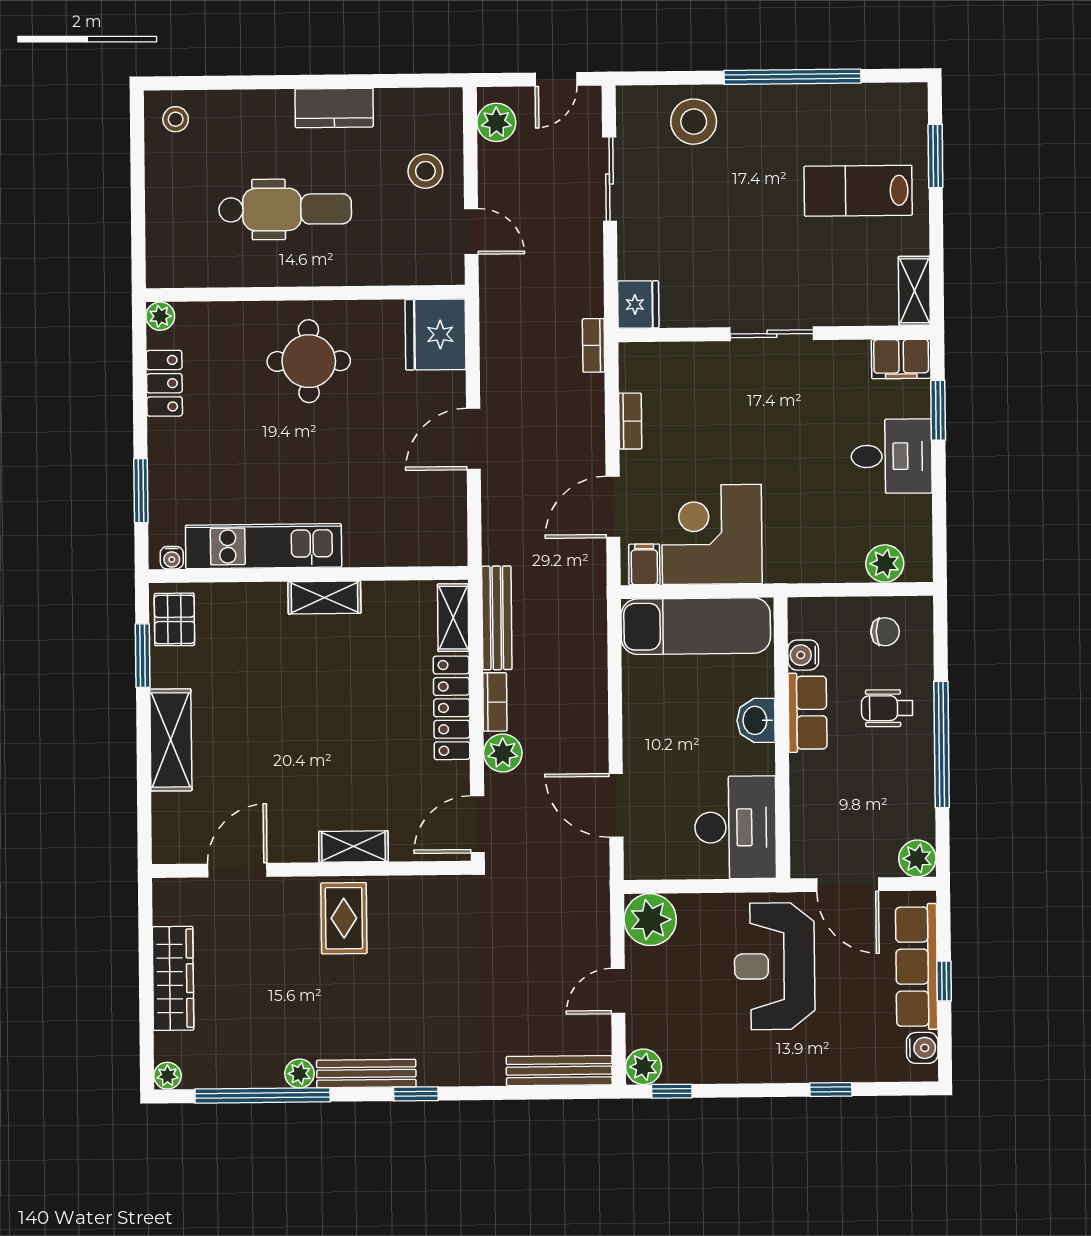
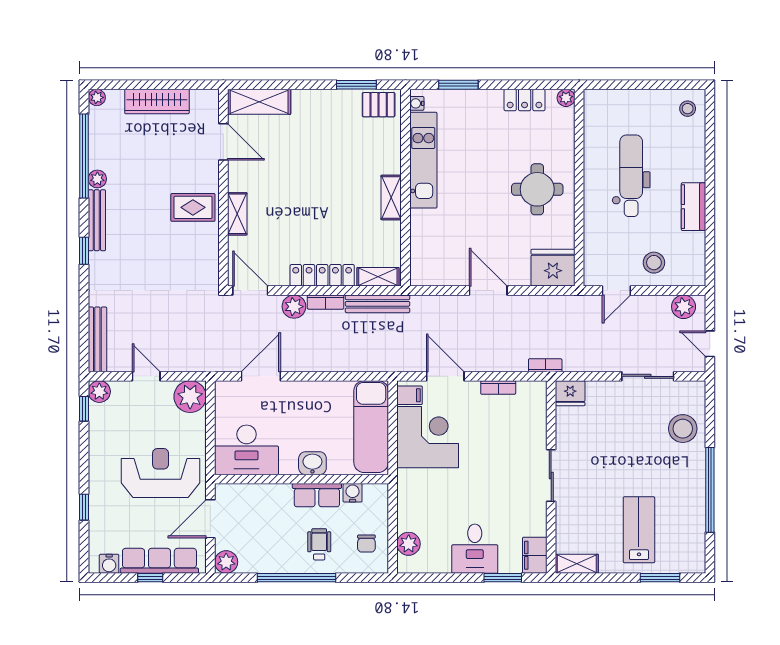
dental chair: (285, 209) -> (631, 176), turned 180
shelving: (171, 740) -> (259, 102), moved

